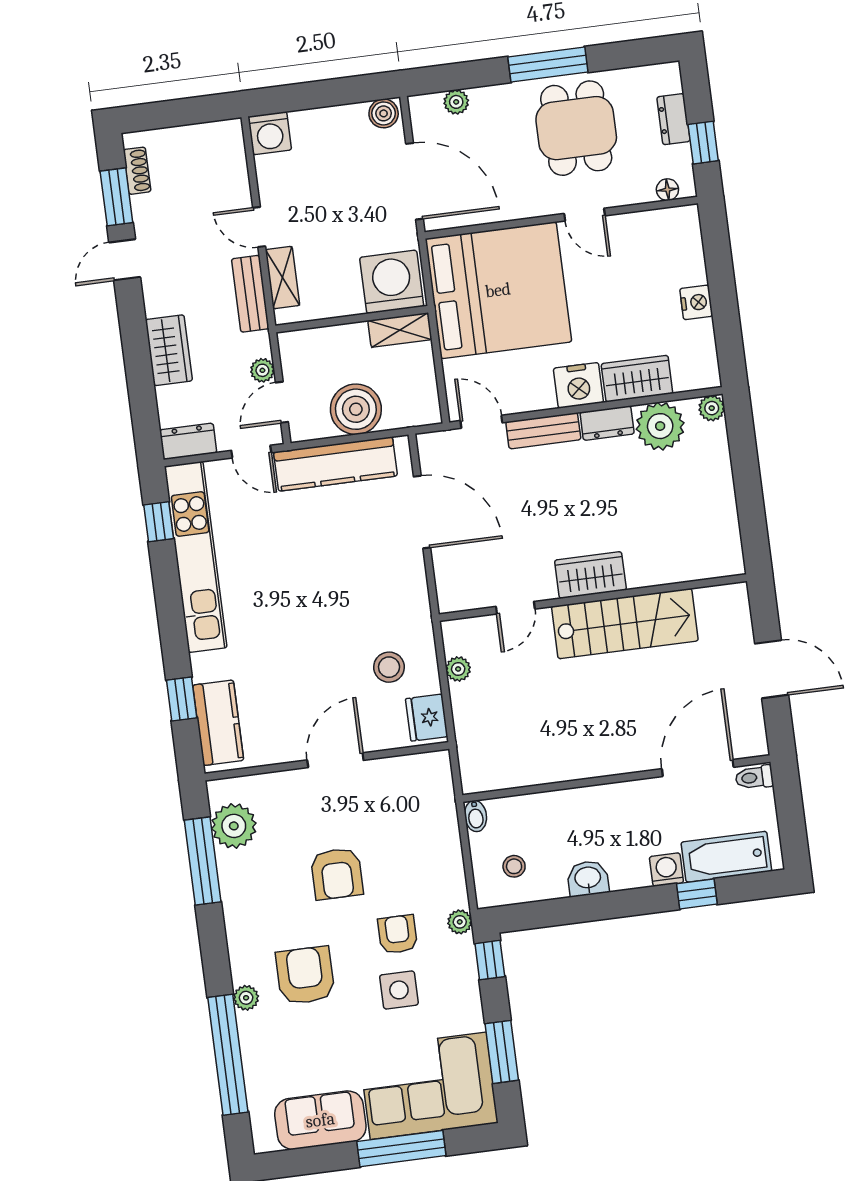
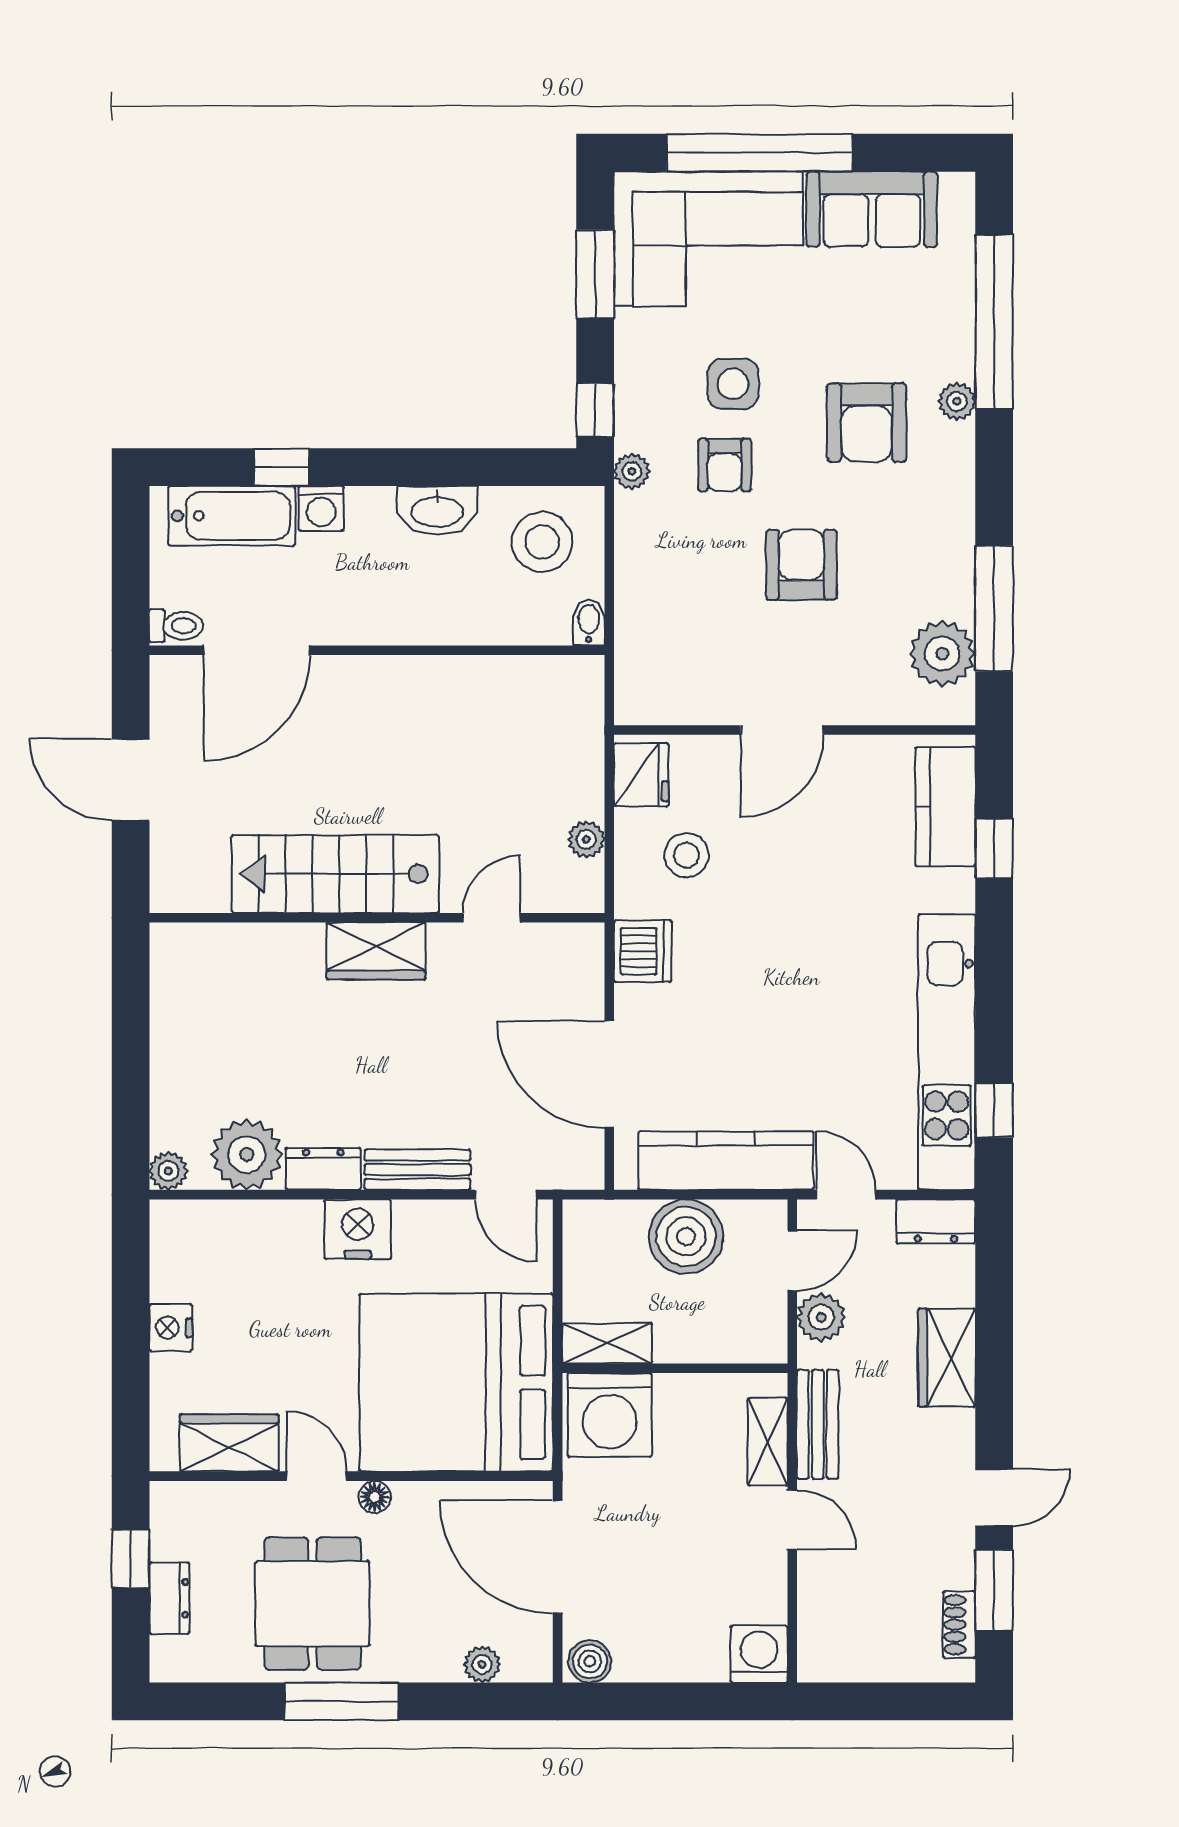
floor lamp: (667, 190) -> (375, 1497), moved
plant: (262, 370) -> (821, 1317), width x1.38, depth x1.38
wardrobe: (637, 379) -> (229, 1443), moved, turned 180
dishwasher: (410, 598) -> (643, 951), added
stool: (514, 866) -> (542, 542), width x1.89, depth x1.89
washbasin: (588, 878) -> (437, 510), width x1.38
window: (401, 1149) -> (759, 153), width x1.46

